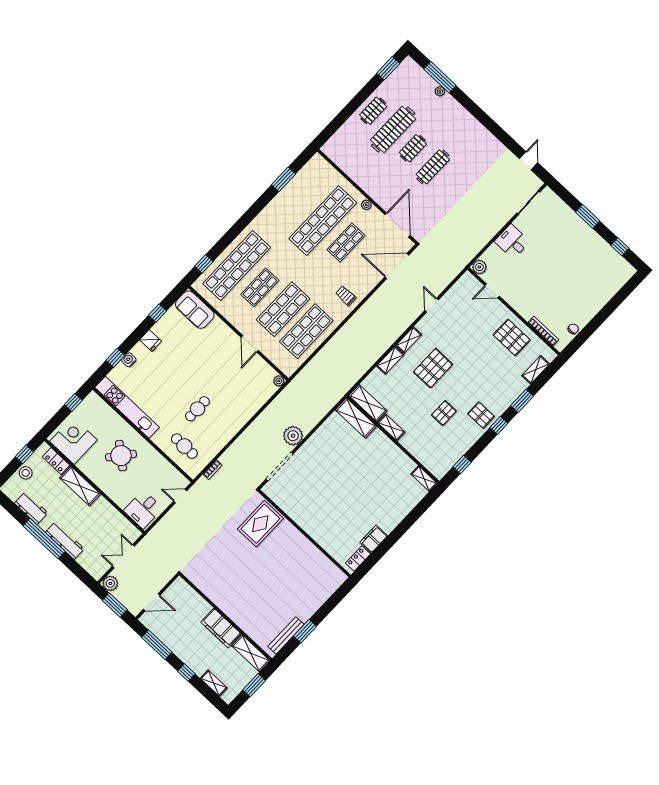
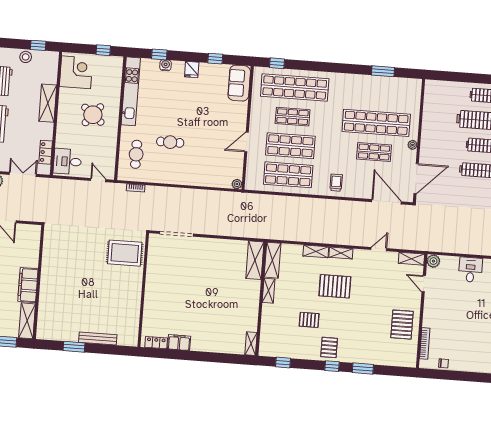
shelving: (536, 370) -> (411, 259), moved
plant: (293, 436) -> (206, 226), removed
locker: (56, 461) -> (46, 152), moved
bench: (286, 635) -> (98, 339), moved

